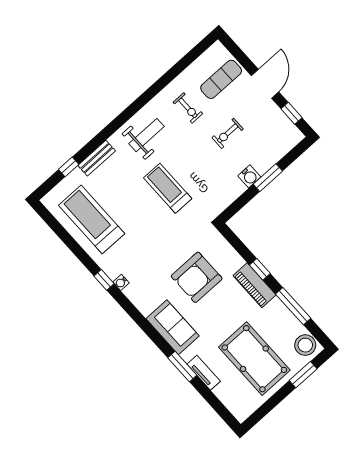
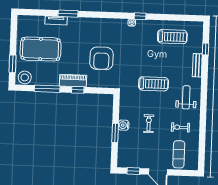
exercise bike: (228, 133) -> (149, 124), moved
weight bench: (146, 135) -> (186, 97), turned 180
treadmill: (92, 219) -> (172, 37), width x0.73, depth x0.73
armchair: (197, 277) -> (101, 58), turned 180
sofa: (173, 327) -> (90, 26), removed

